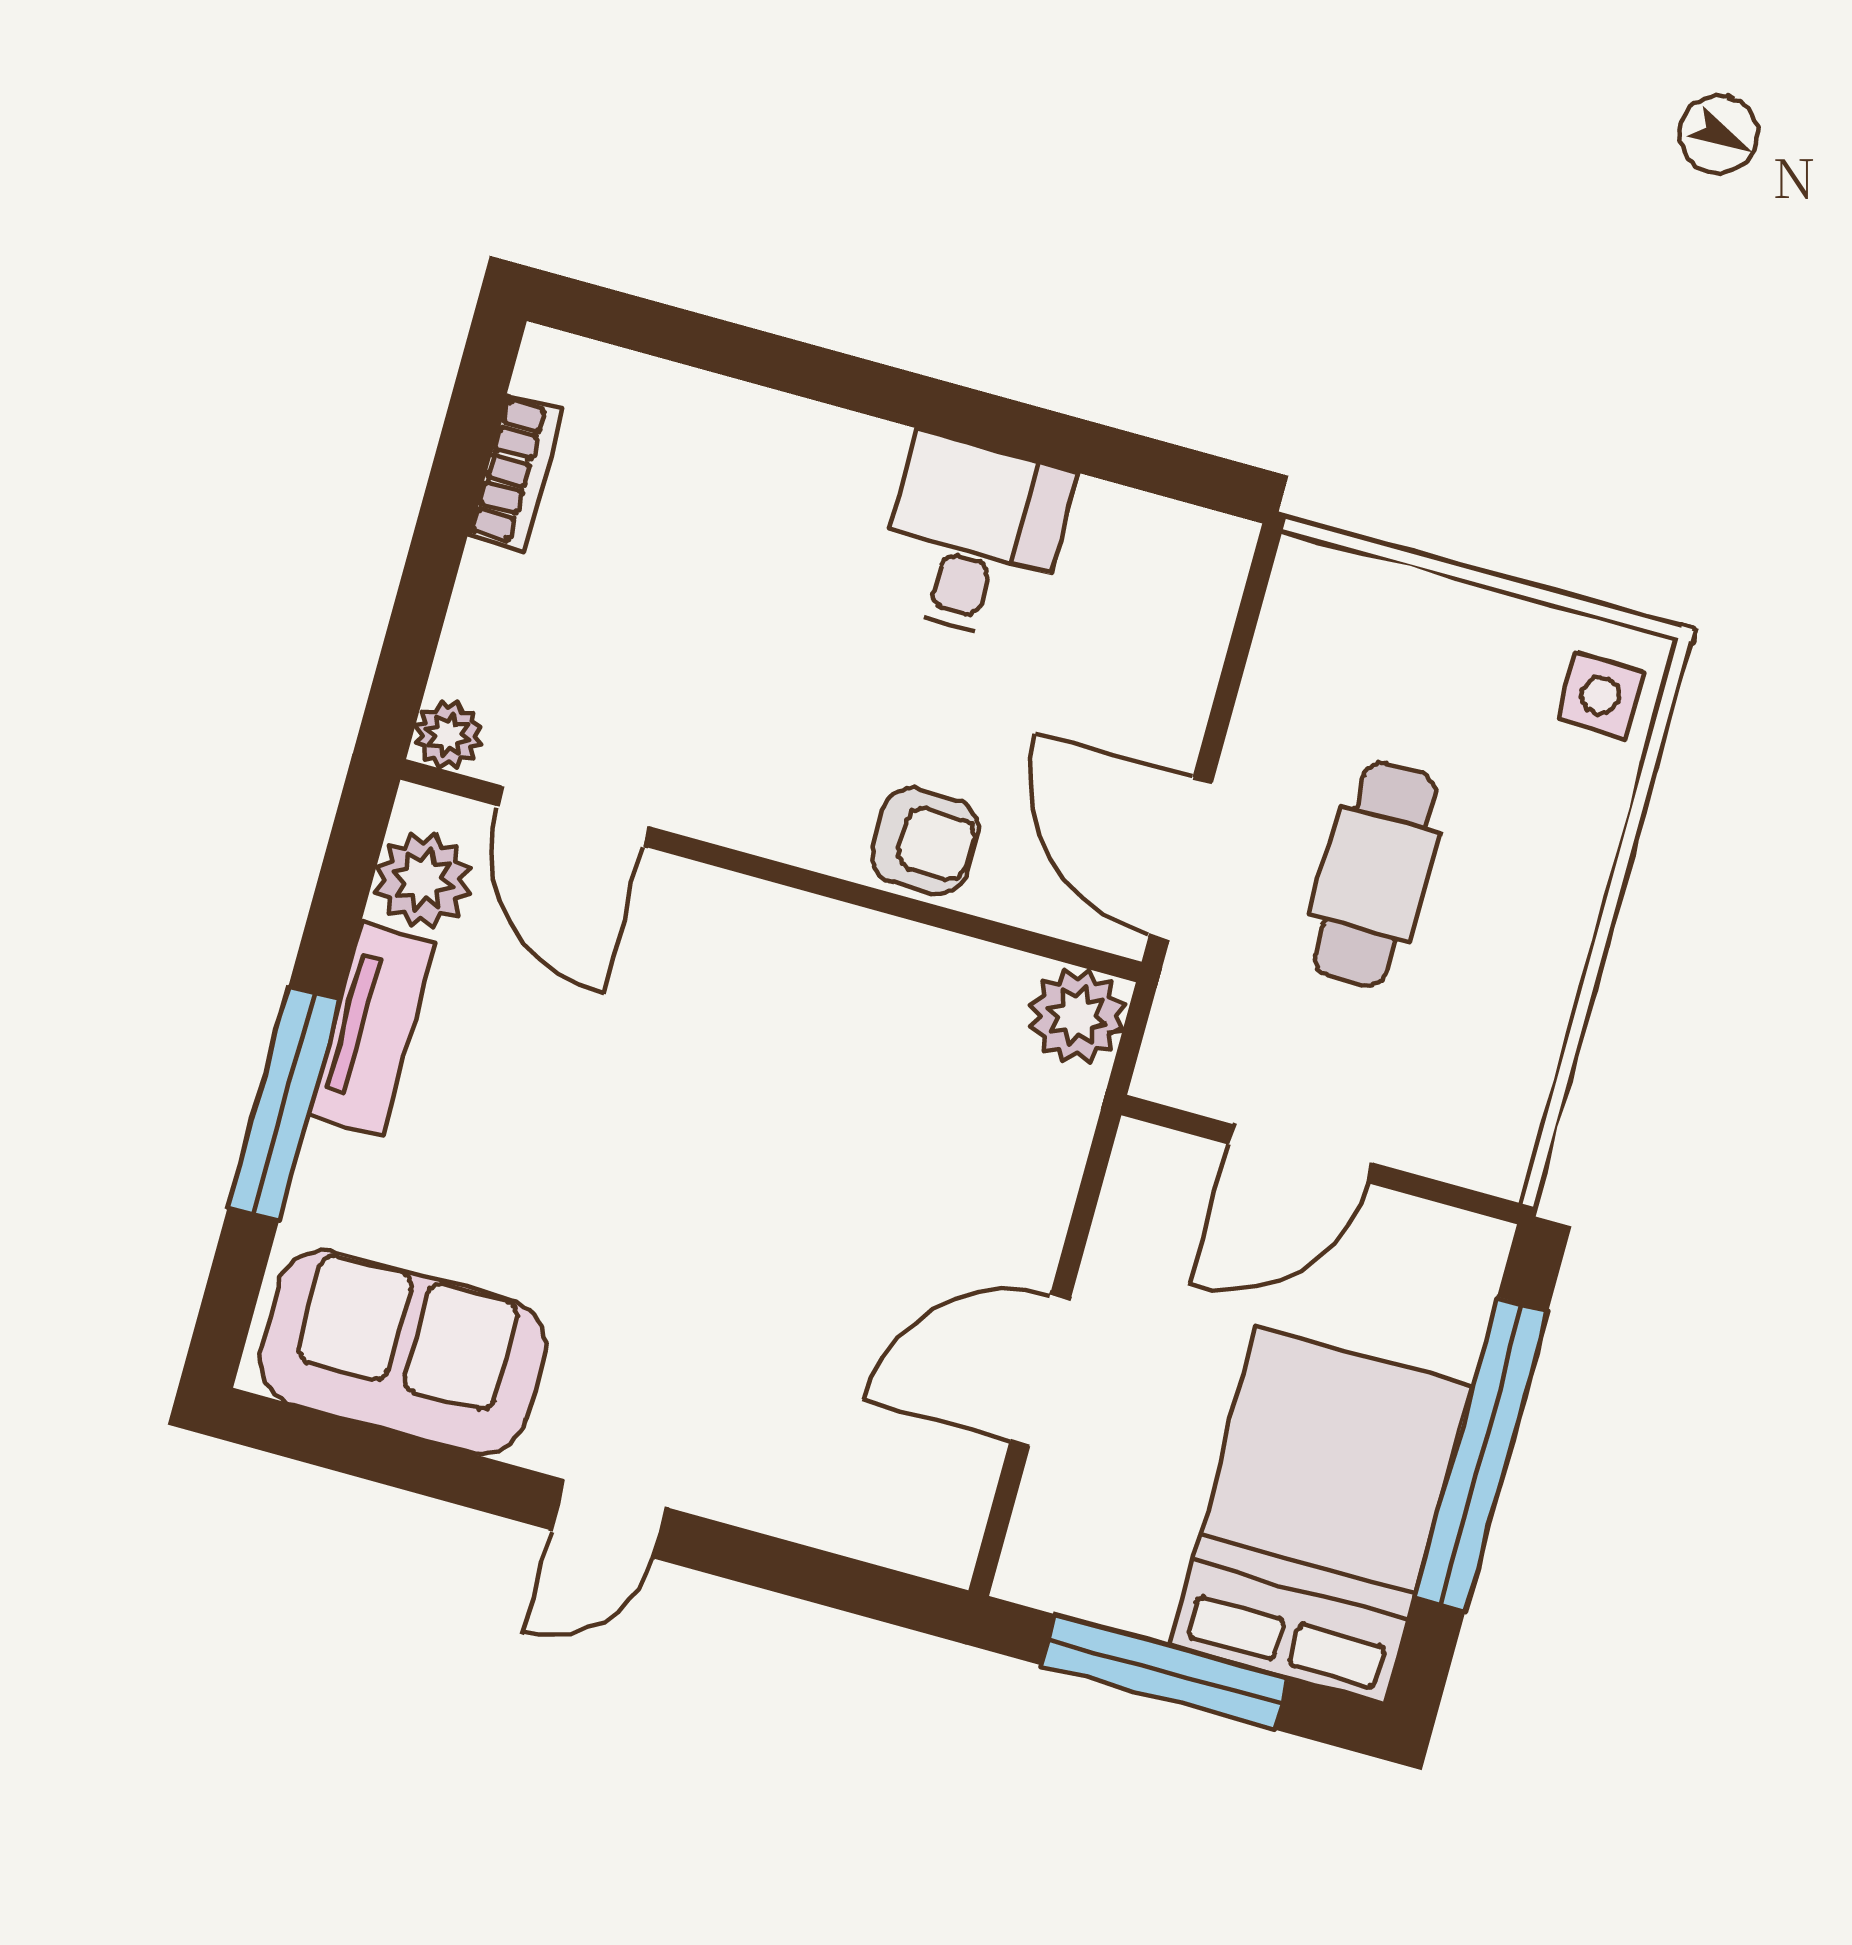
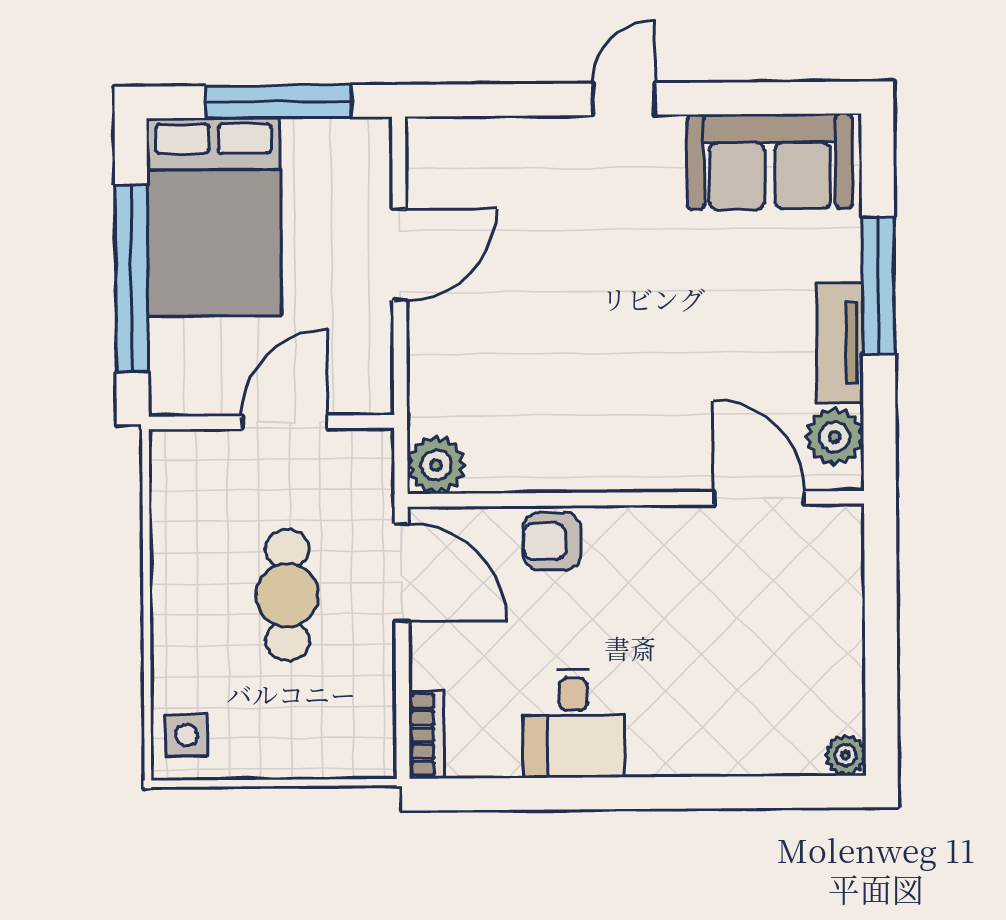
bookcase: (515, 472) -> (427, 735), moved, turned 180
plant: (448, 735) -> (845, 755), moved

